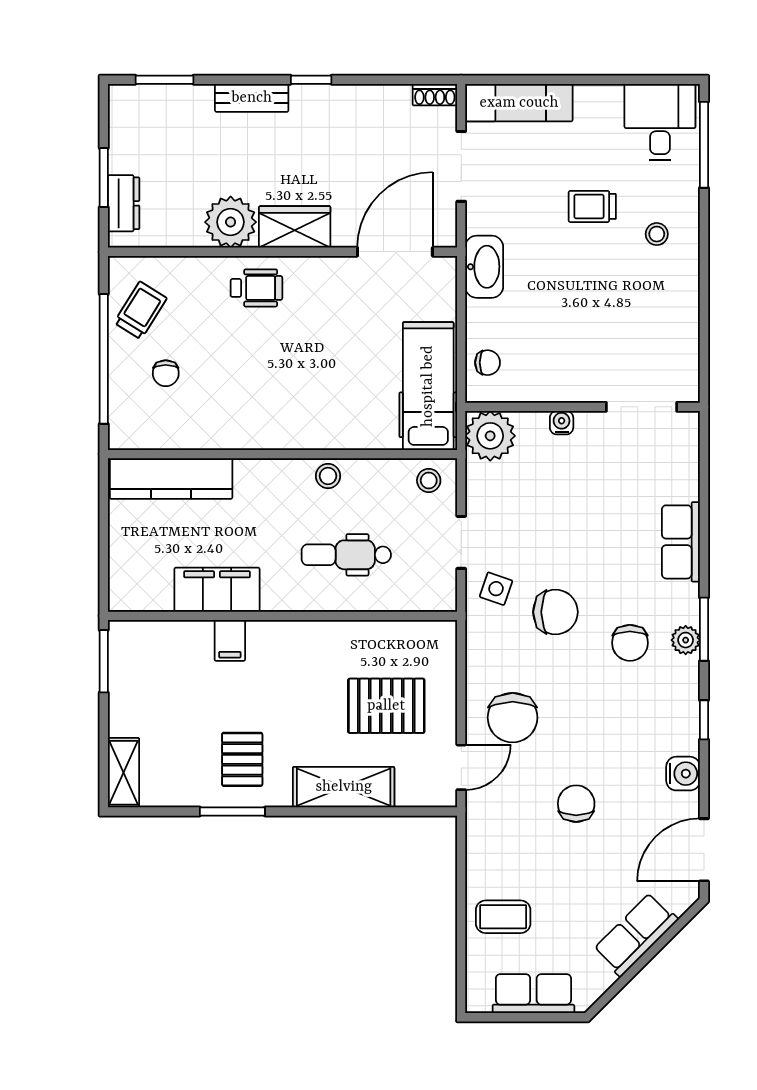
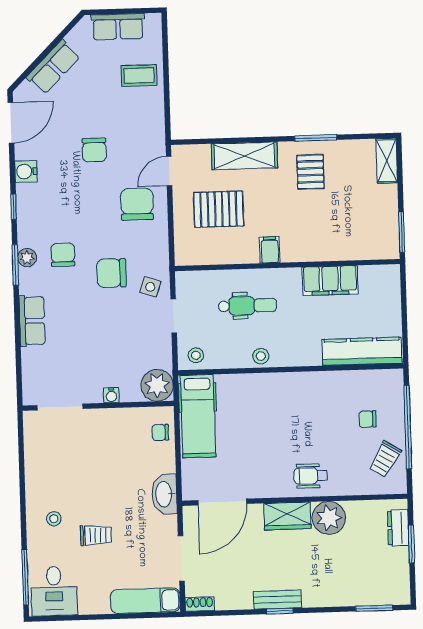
bench: (252, 98) -> (277, 600), moved
chair: (166, 373) -> (368, 419), turned -90
filing cabinet: (230, 640) -> (270, 250), moved

